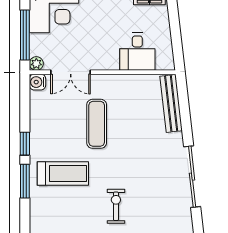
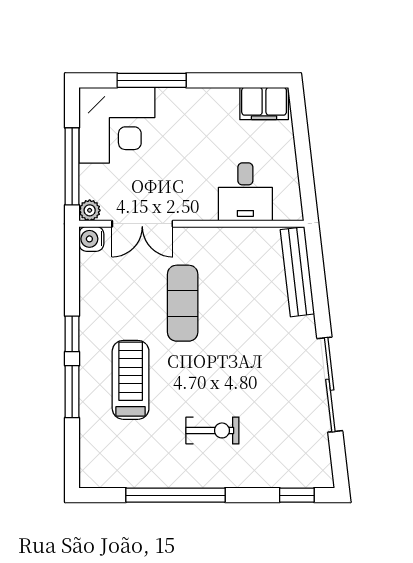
treadmill: (63, 173) -> (131, 380), turned -90
exercise bike: (116, 206) -> (212, 430), turned 90

